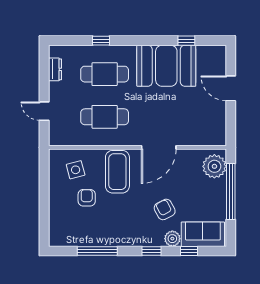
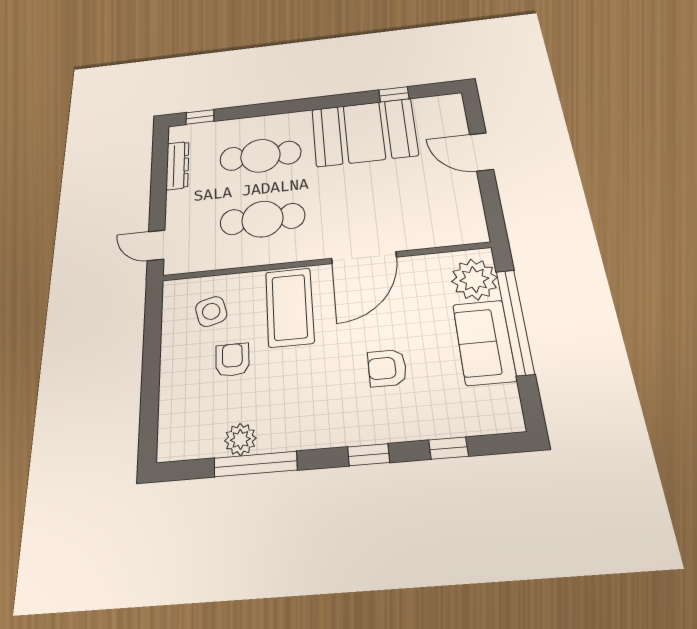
window: (101, 41) -> (200, 117), moved
dresser: (55, 69) -> (177, 165), width x1.44
door: (44, 111) -> (156, 245), moved
armchair: (165, 209) -> (387, 368), turned -62
sofa: (203, 234) -> (484, 342), moved, turned -90
plant: (172, 239) -> (240, 439), moved

